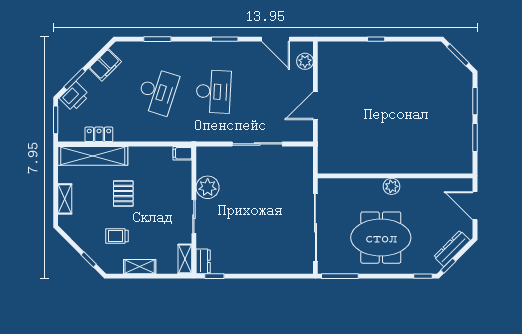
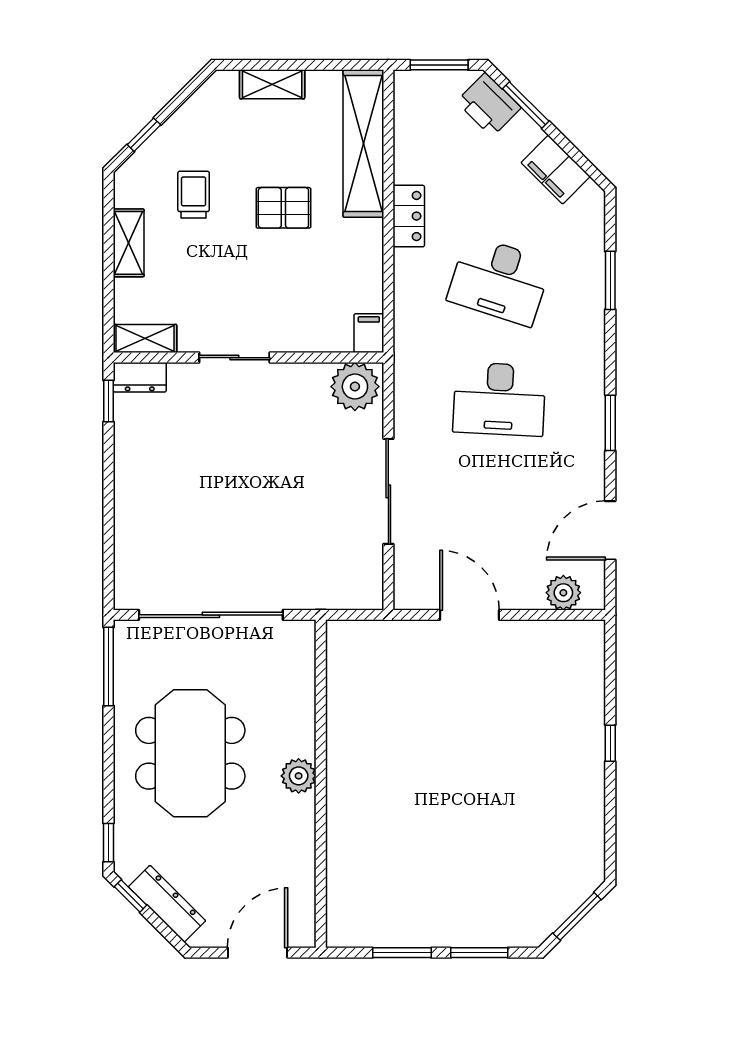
locker: (99, 134) -> (409, 216), moved
plant: (208, 187) -> (355, 387), moved

